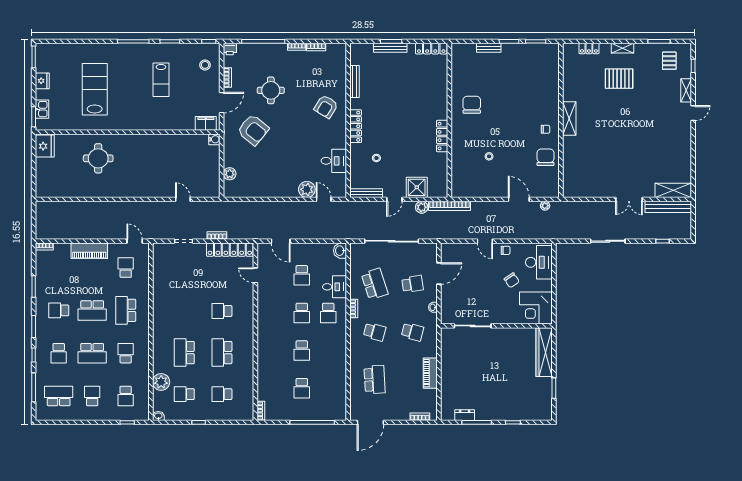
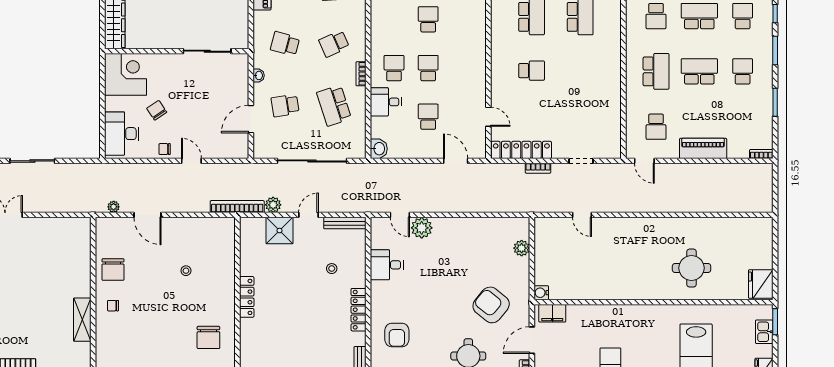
armchair: (326, 107) -> (397, 335), turned 149
school desk: (59, 310) -> (743, 71), turned -90
school desk: (375, 332) -> (334, 44), turned -39

